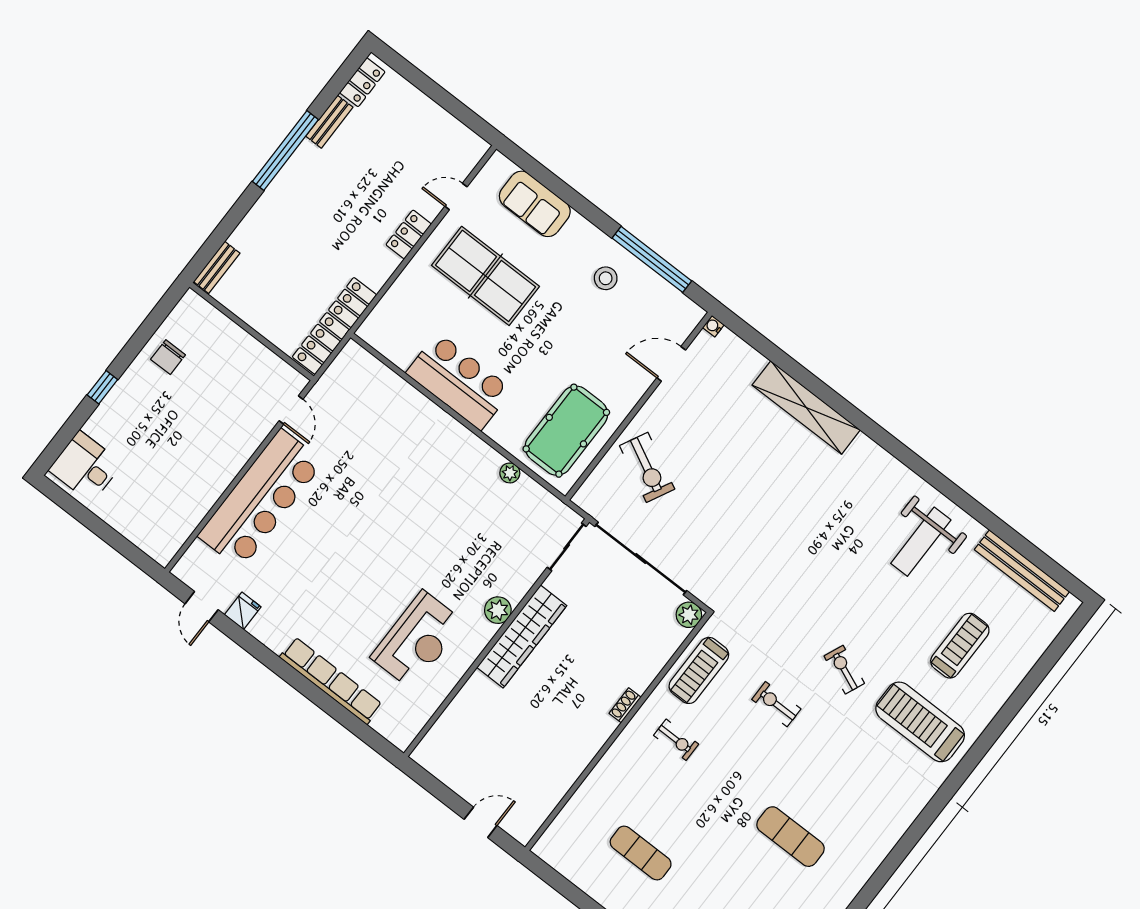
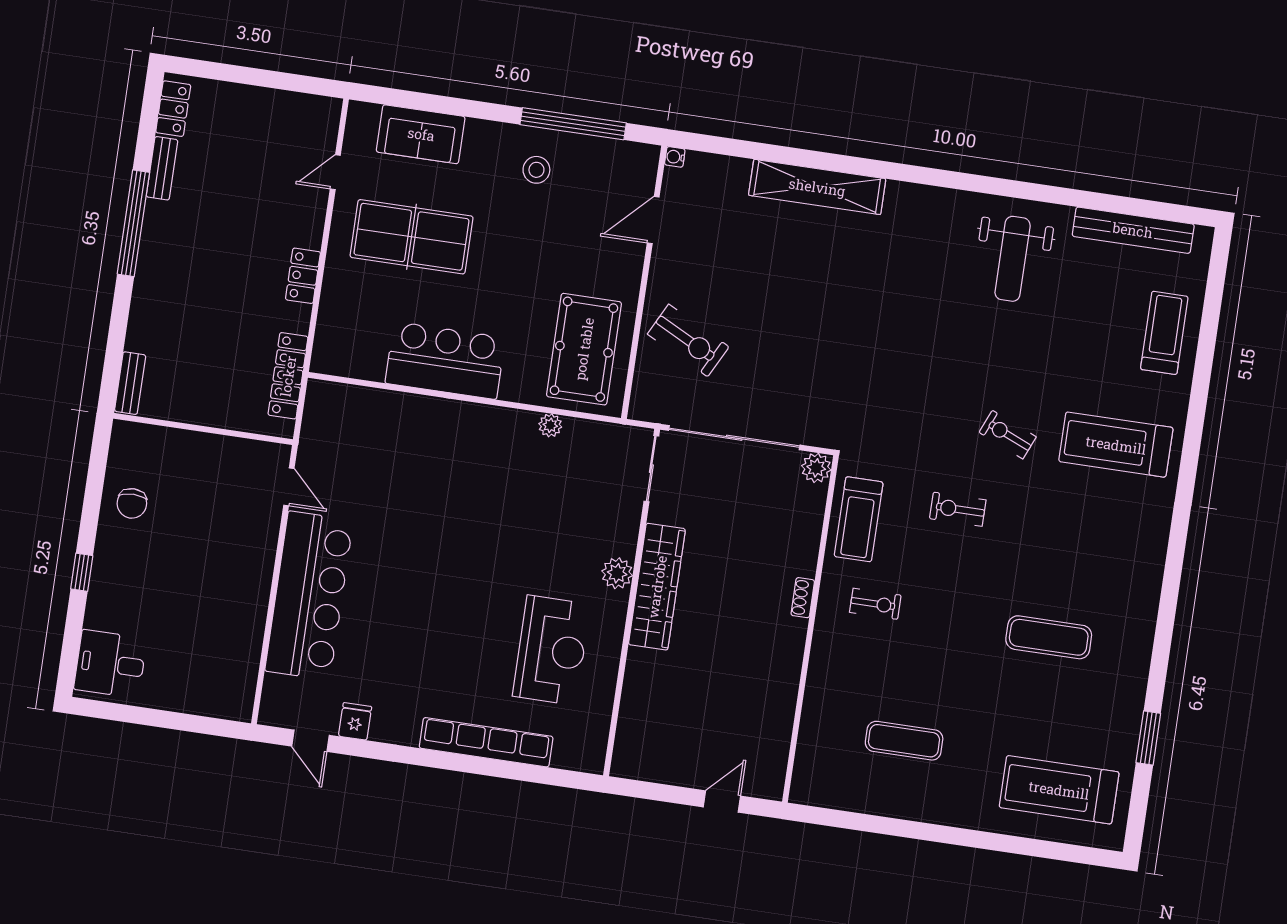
locker: (409, 234) -> (303, 276), moved
locker: (334, 326) -> (288, 376), width x0.71, depth x0.83
treadmill: (960, 646) -> (1164, 333), moved

